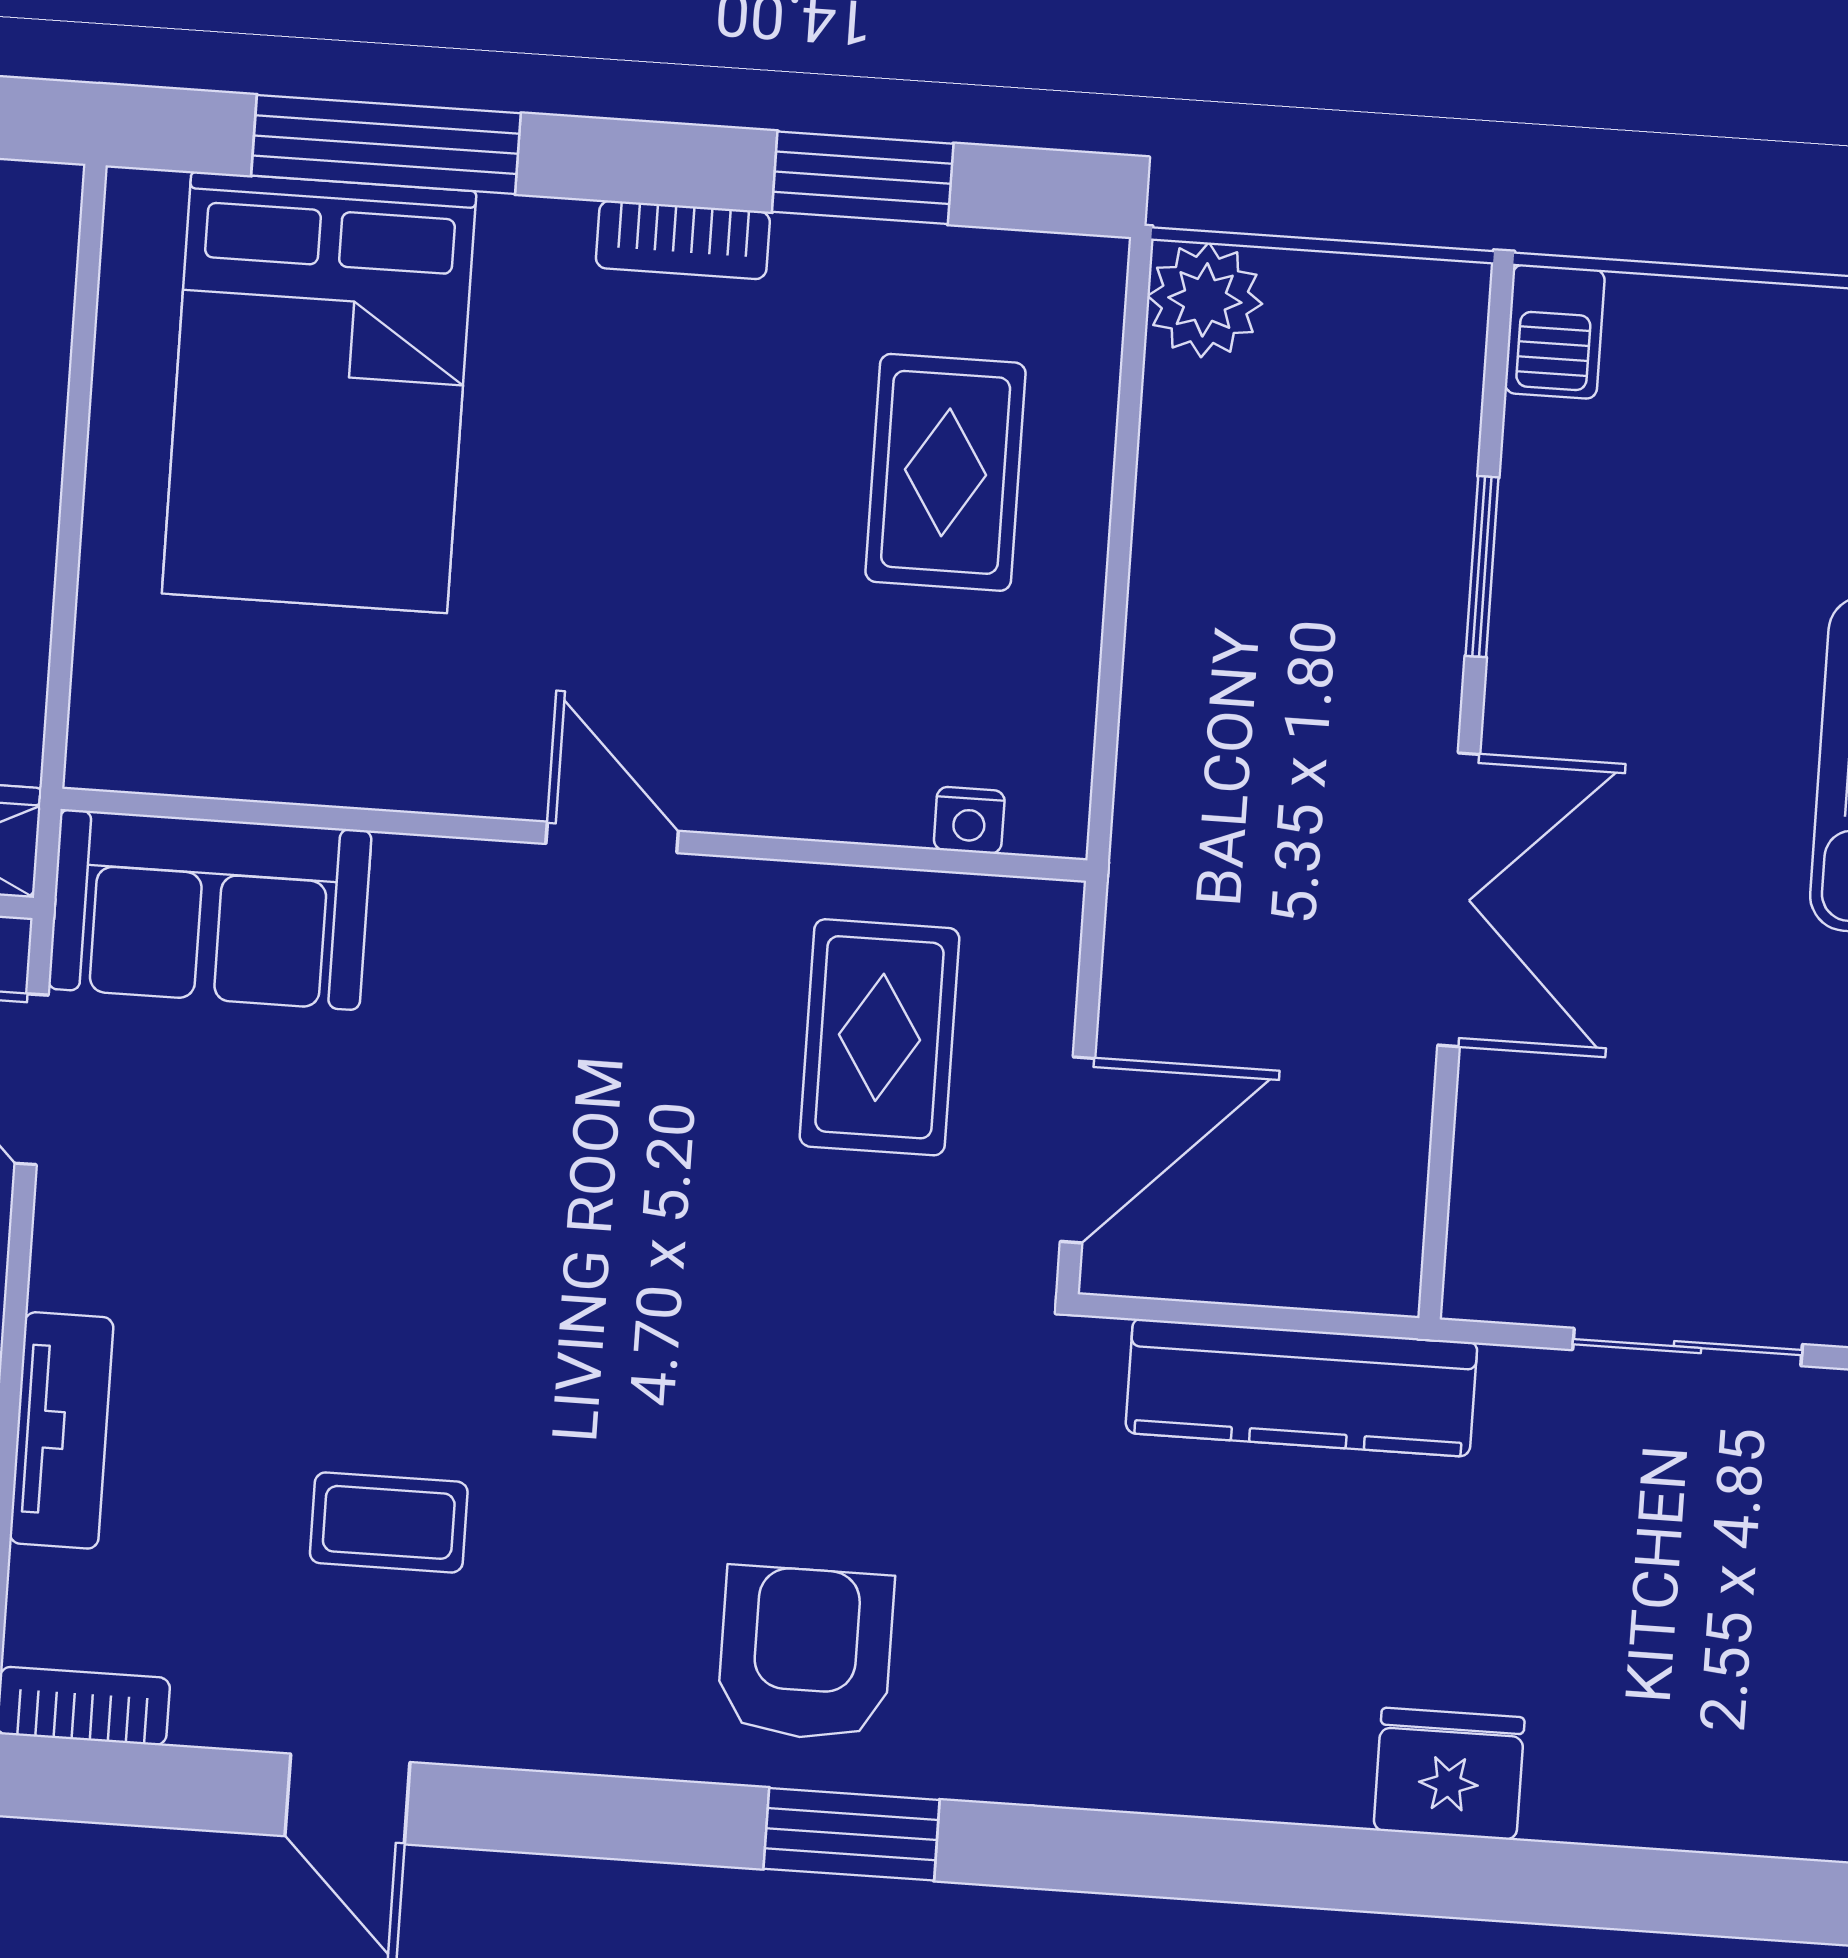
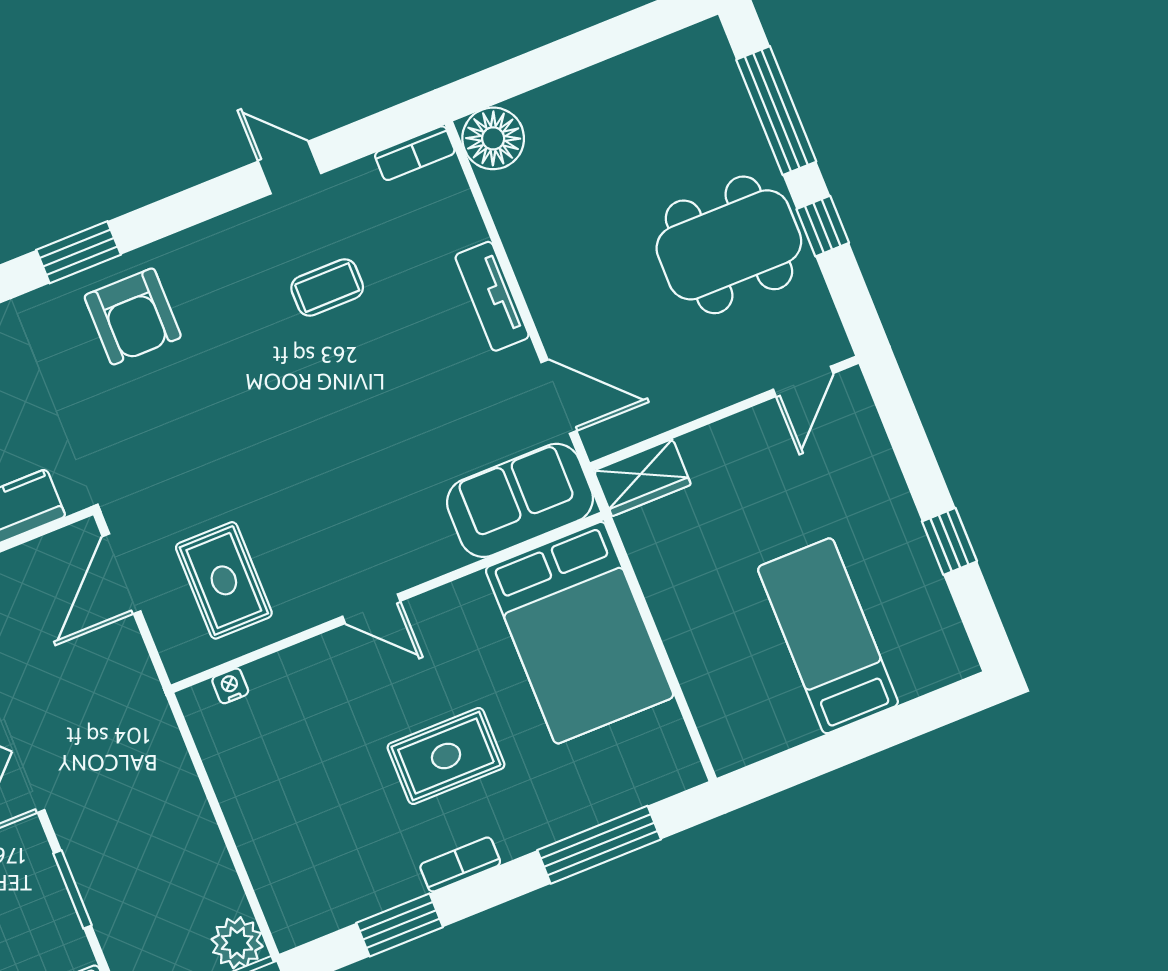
bed: (319, 392) -> (580, 633), moved, turned 180
rug: (946, 472) -> (446, 756), moved, turned 90
tv unit: (62, 1430) -> (492, 296), moved

